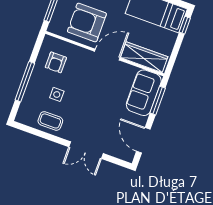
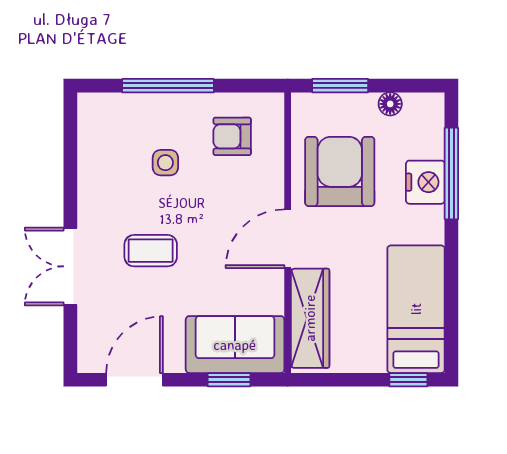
door: (107, 55) -> (288, 239), swing flipped
window: (158, 101) -> (229, 380), width x0.67
coffee table: (50, 121) -> (151, 251), moved, turned 90

